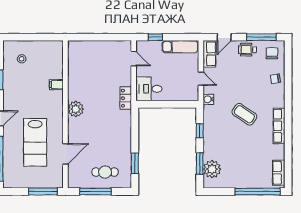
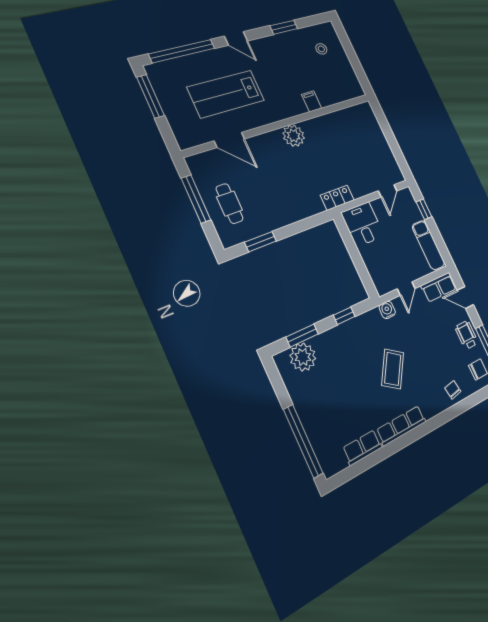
row of seats: (279, 173) -> (362, 448), moved
window: (43, 192) -> (150, 96), moved

